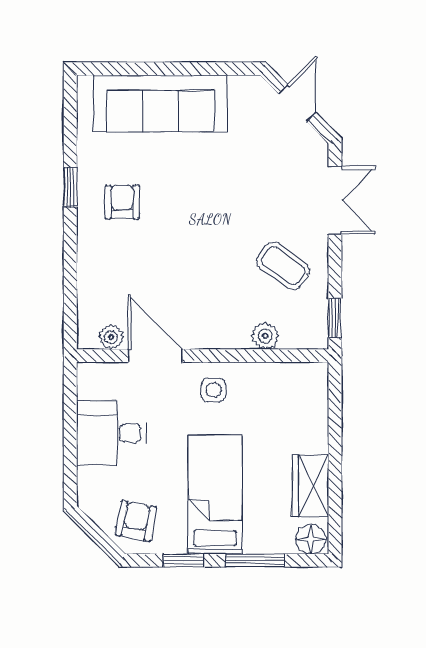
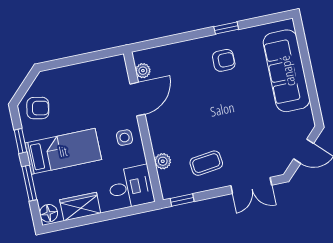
coffee table: (283, 266) -> (206, 163), turned 47
desk: (111, 433) -> (131, 187), moved, turned 90

